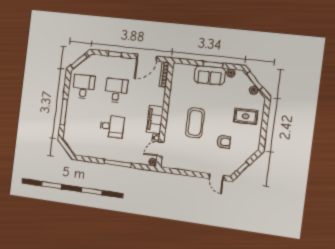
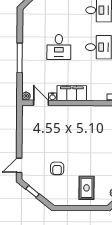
coffee table: (195, 123) -> (73, 136), removed

